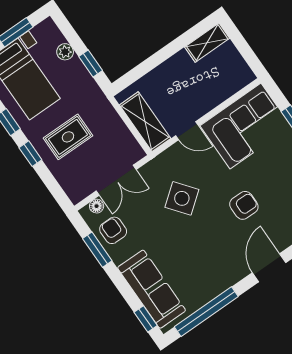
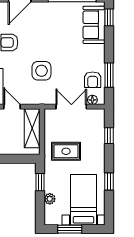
rug: (68, 137) -> (66, 151), moved
window: (30, 154) -> (109, 136), moved
side table: (182, 198) -> (41, 71), turned 38
sofa: (152, 289) -> (94, 25), width x0.73

